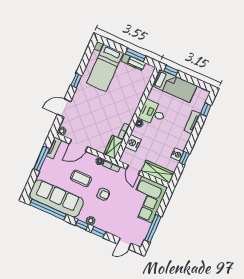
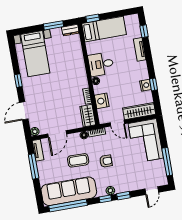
dresser: (136, 64) -> (70, 30), moved

